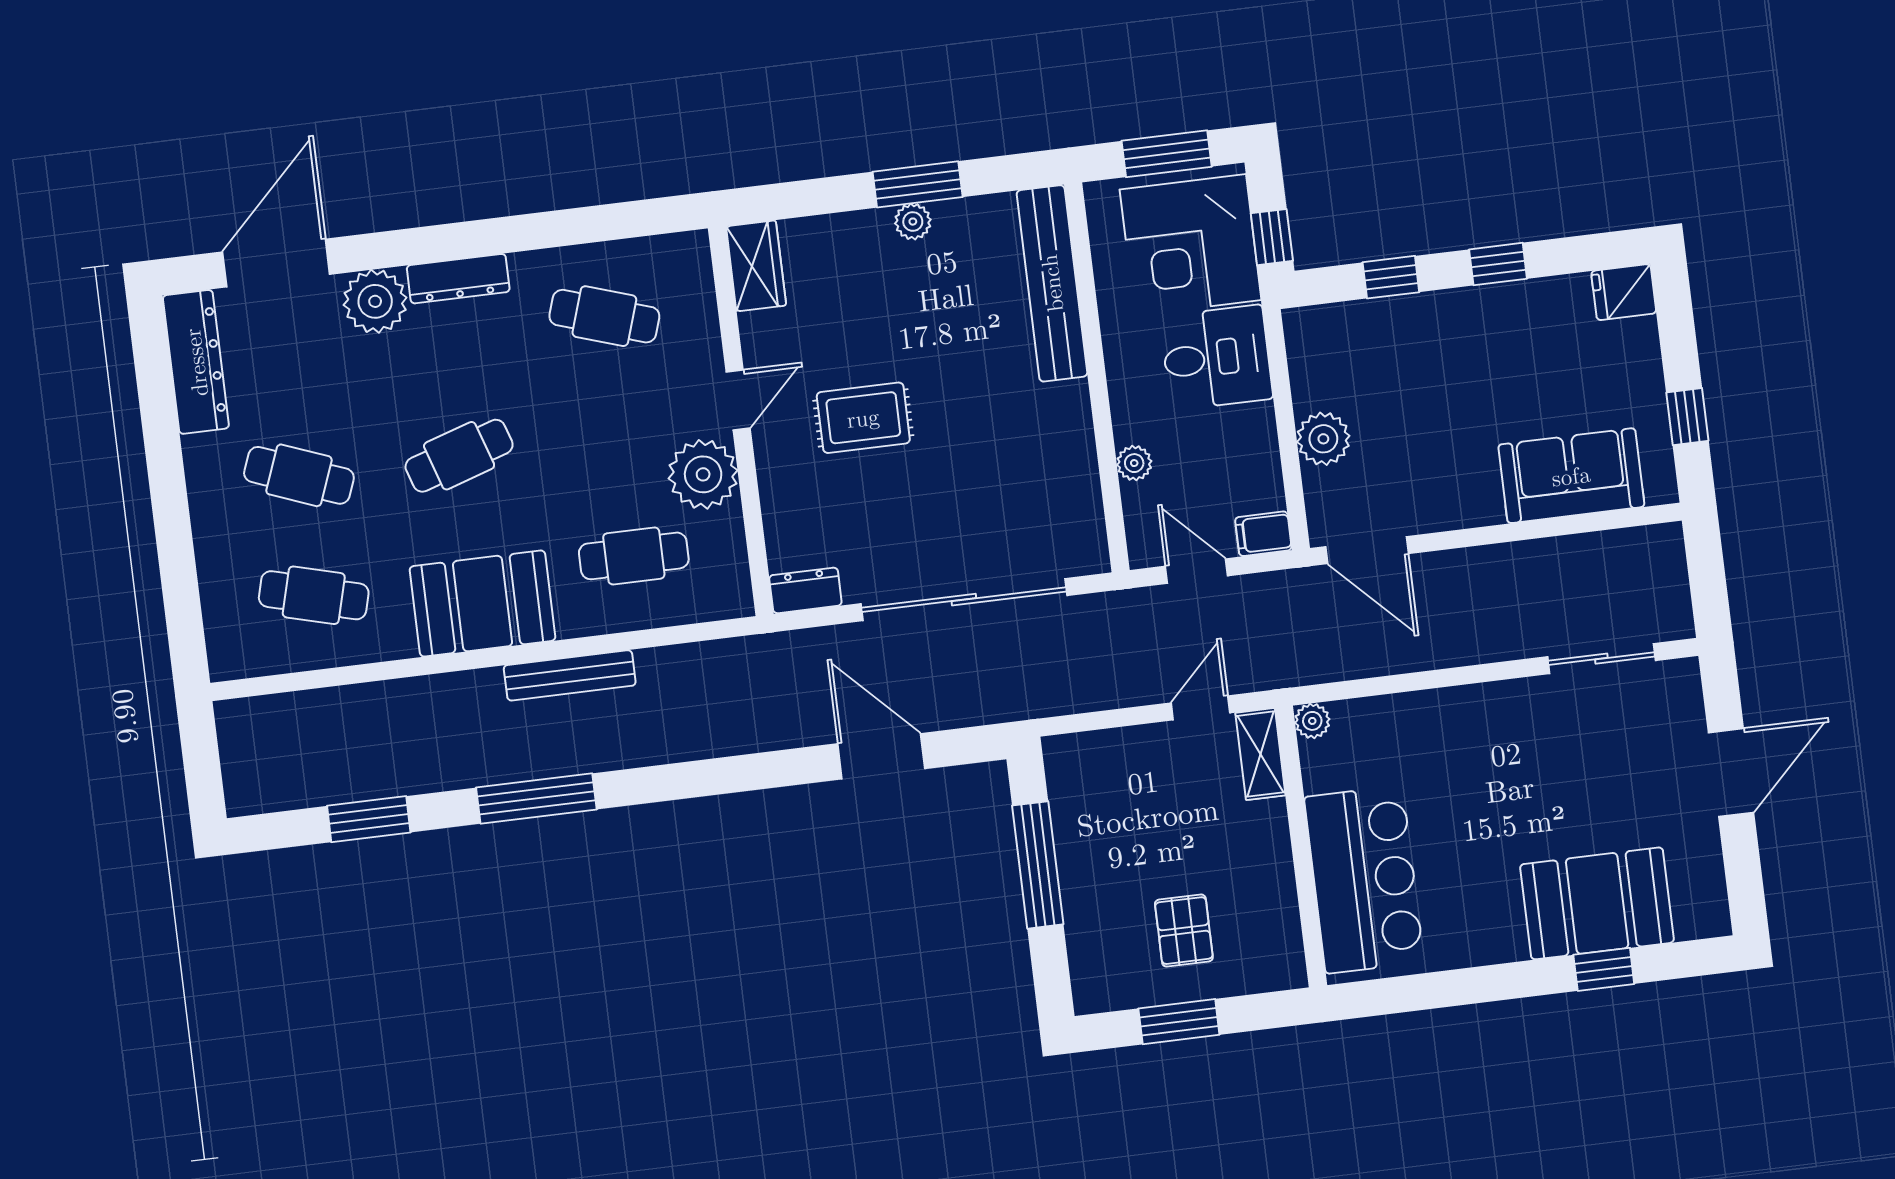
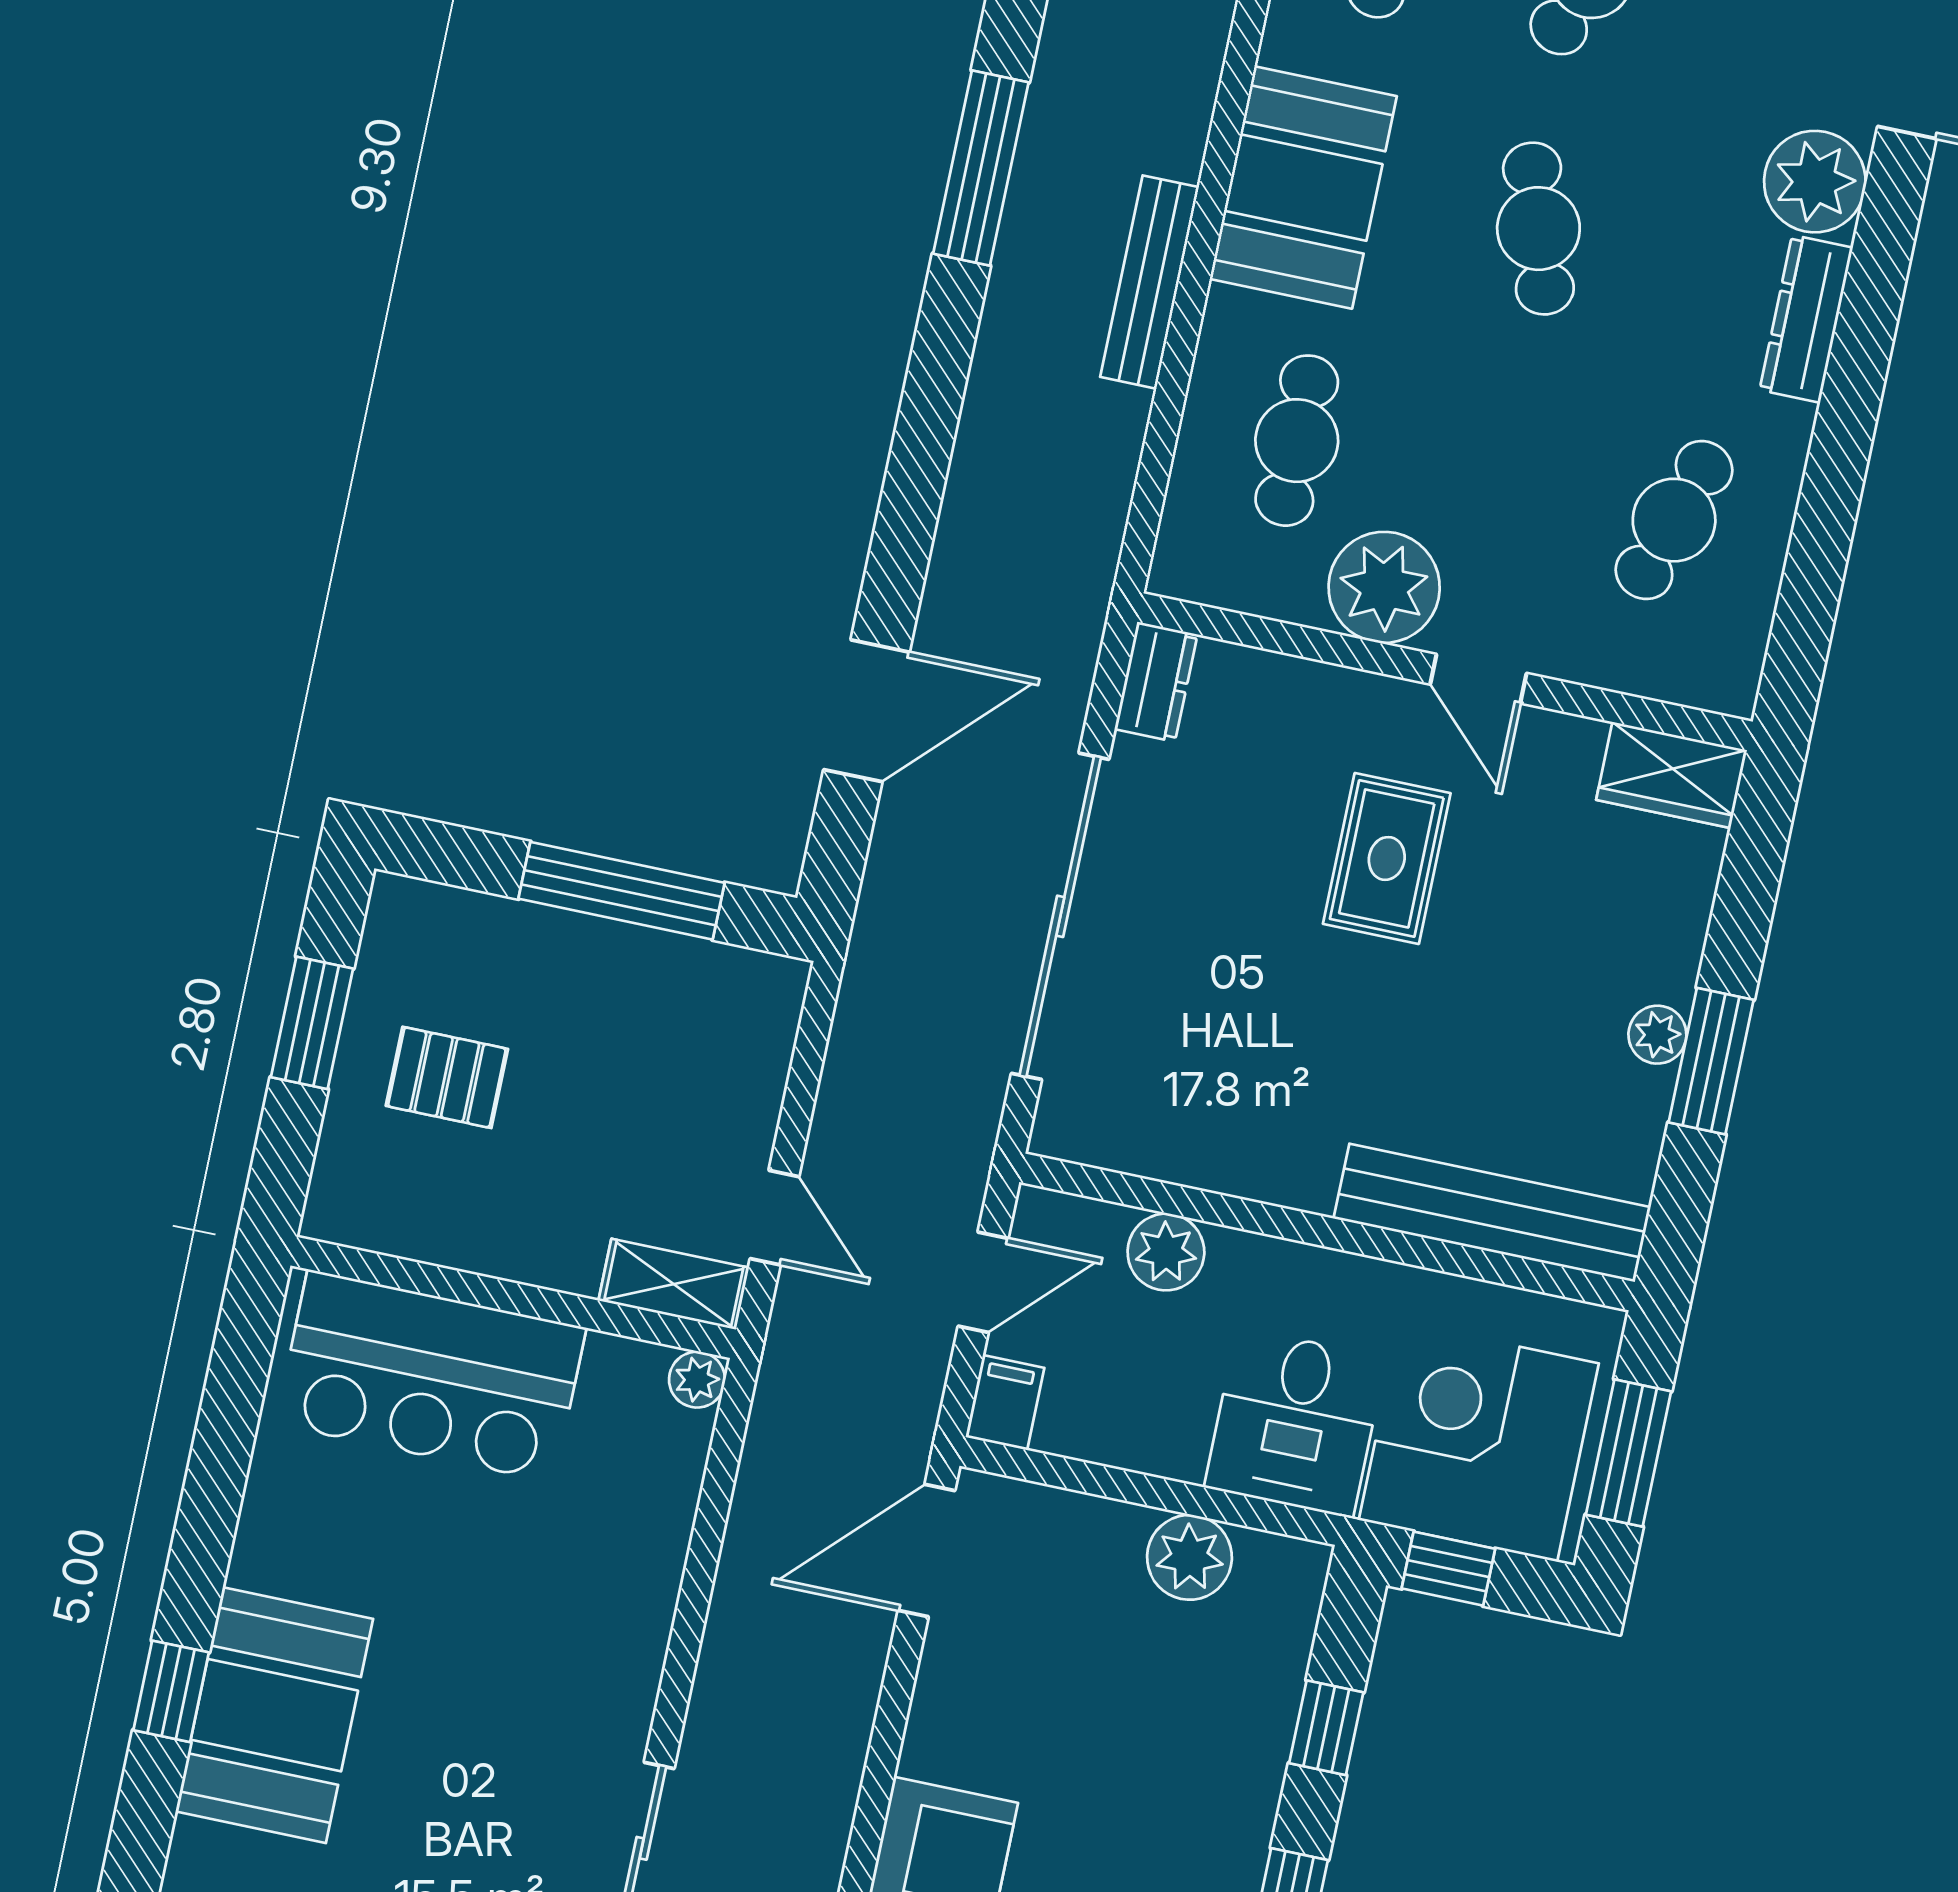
plant: (1323, 439) -> (1189, 1557), moved
plant: (1134, 463) -> (1166, 1252), width x1.38, depth x1.38

